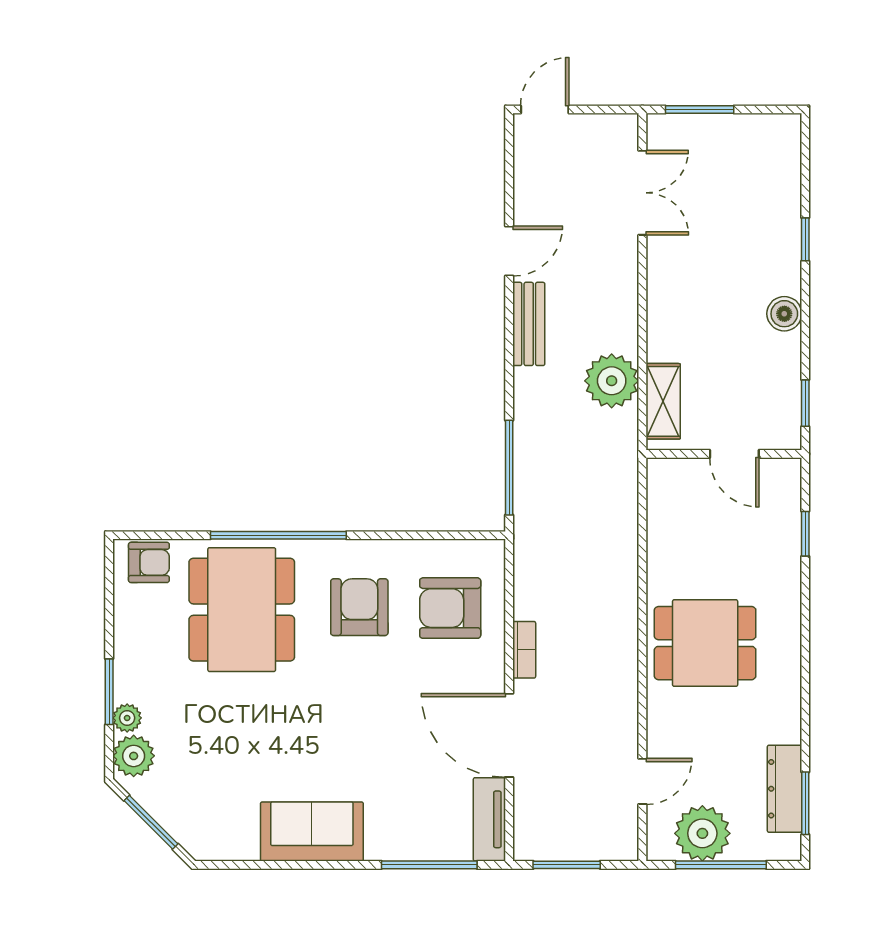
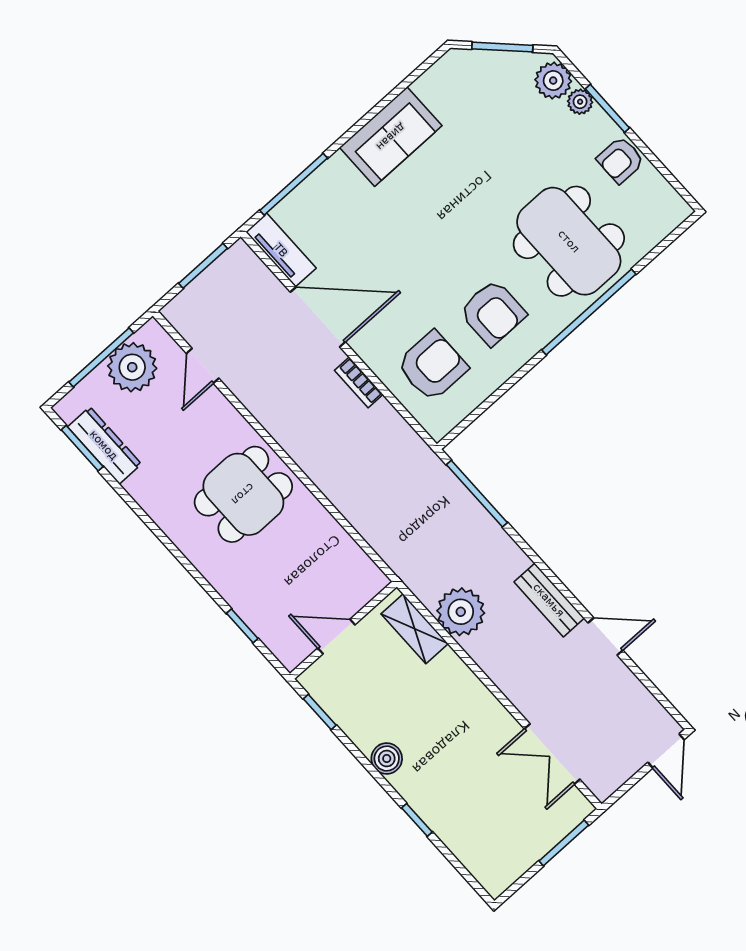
door: (509, 251) -> (605, 636), swing flipped
armchair: (149, 562) -> (620, 160), moved

